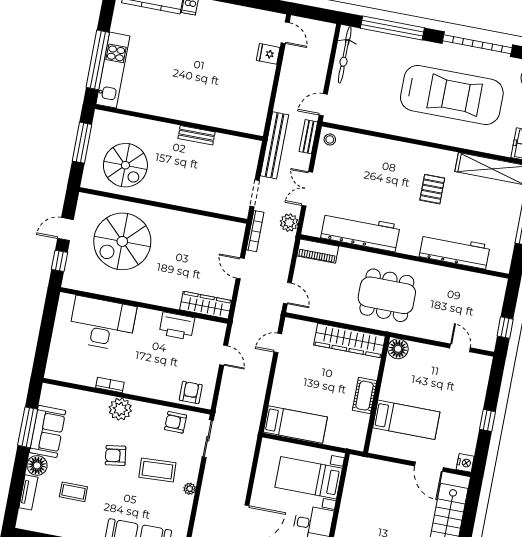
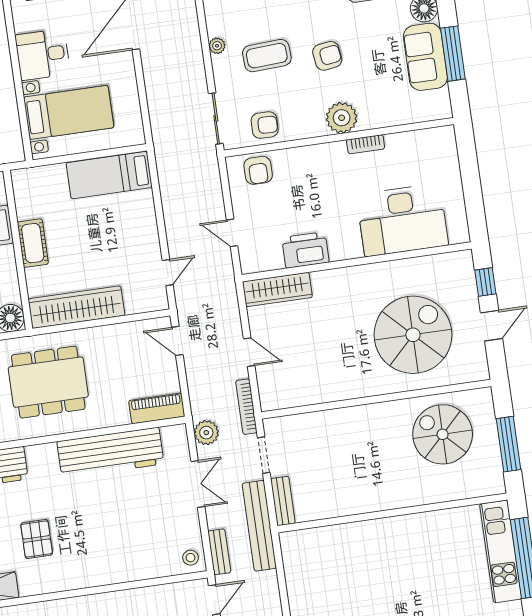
bench: (196, 135) -> (283, 501), moved, turned 90

